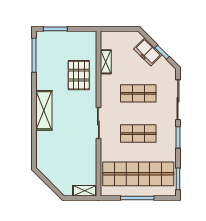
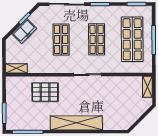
shelving: (106, 62) -> (16, 68), moved
shelving: (44, 110) -> (76, 123), width x1.47
shop shelf: (138, 174) -> (132, 39), width x0.71

